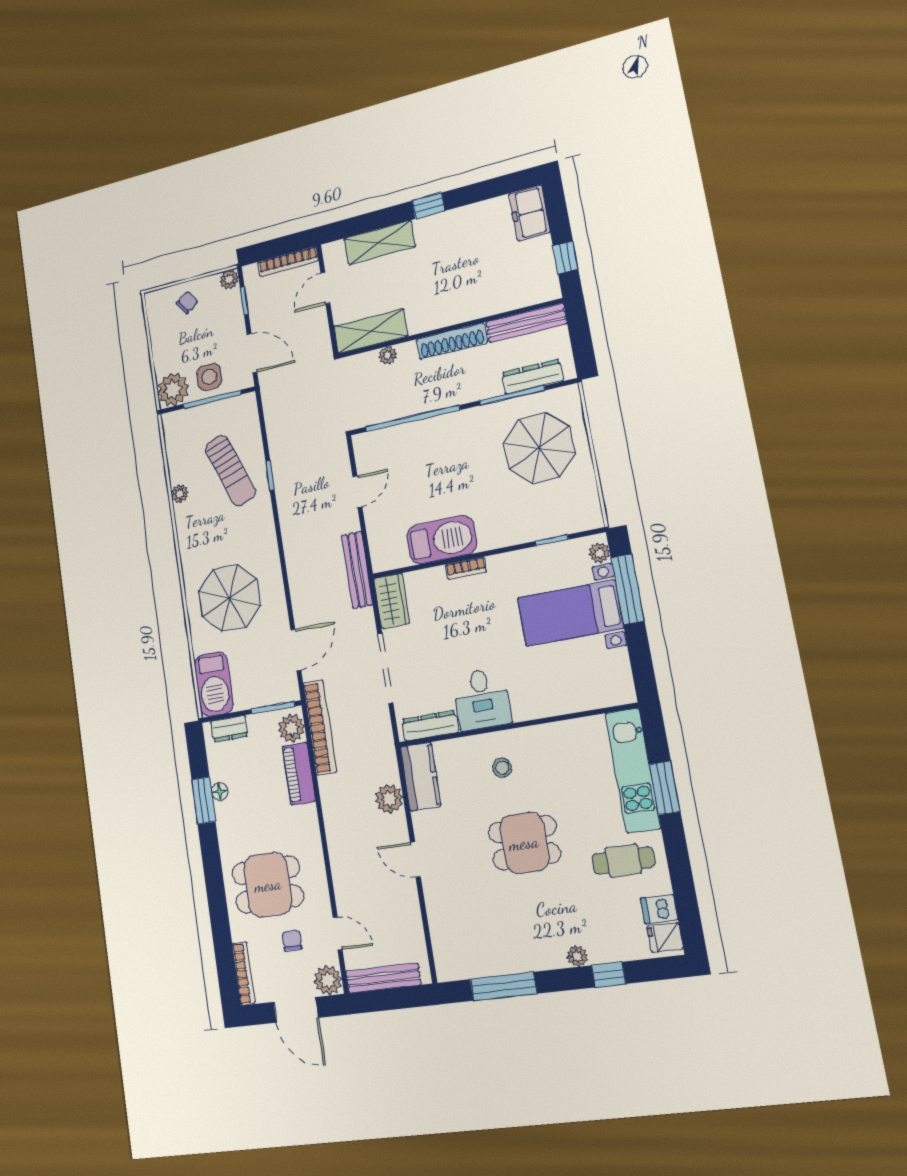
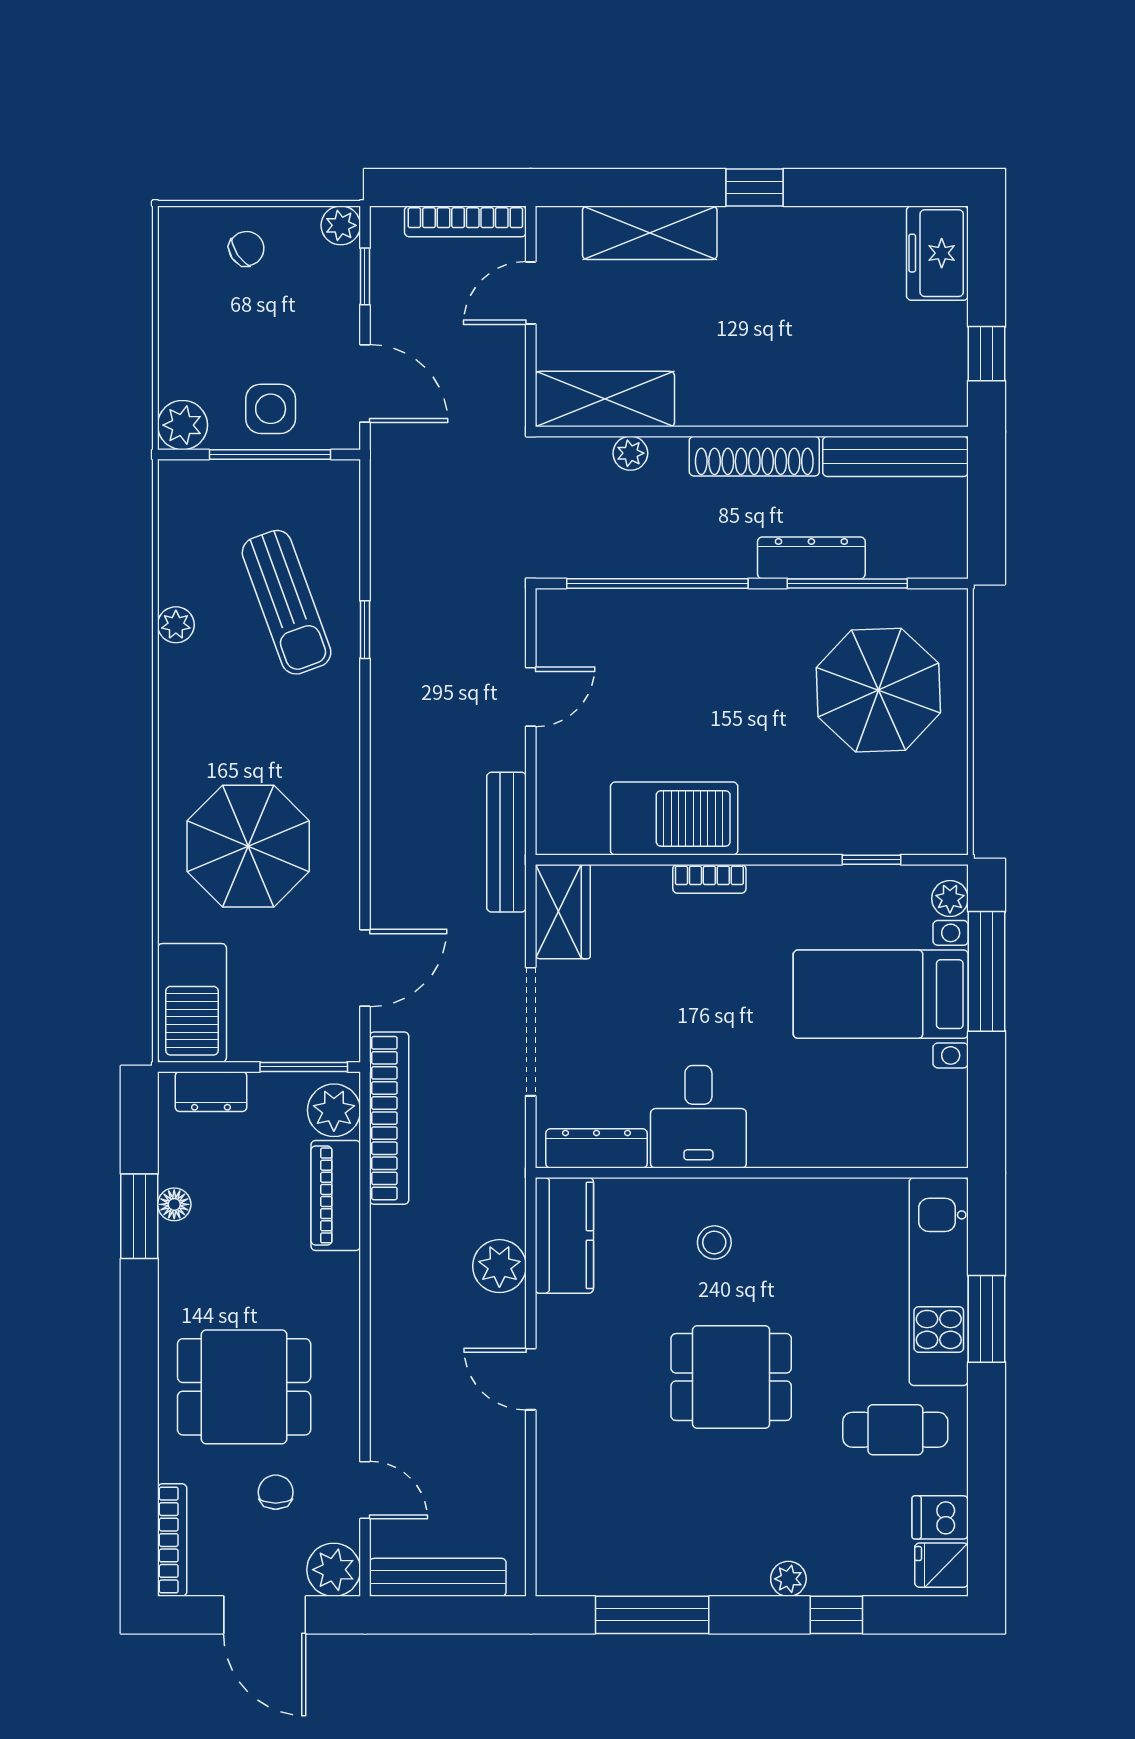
dresser: (532, 377) -> (811, 558), moved
plant: (173, 390) -> (183, 425), width x0.73, depth x0.73

